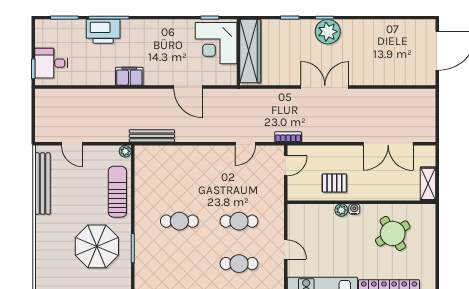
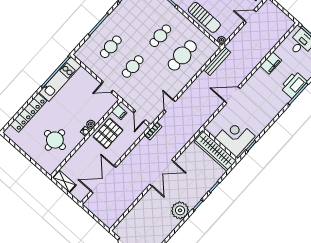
plant: (328, 32) -> (180, 210), moved
filing cabinet: (129, 76) -> (271, 63), moved
door: (188, 87) -> (232, 95), moved
cafe table: (179, 179) -> (182, 55), added
pallet: (334, 183) -> (108, 133), width x1.50, depth x1.42
filing cabinet: (301, 192) -> (119, 112), added
round table: (393, 233) -> (55, 140), turned 32
door: (286, 249) -> (107, 87), moved

